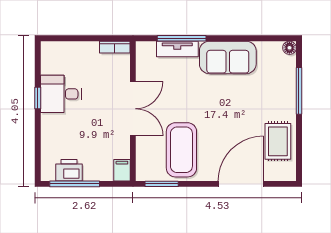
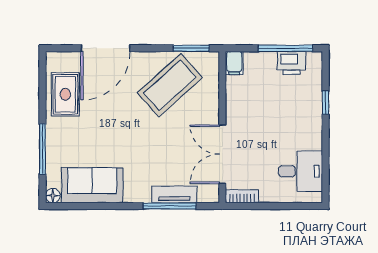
sofa: (228, 57) -> (92, 185), moved
desk: (61, 94) -> (301, 171), moved
window: (38, 98) -> (326, 102), moved
double door: (133, 109) -> (222, 154), moved
coffee table: (181, 150) -> (170, 85), turned 48

